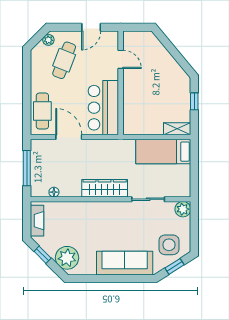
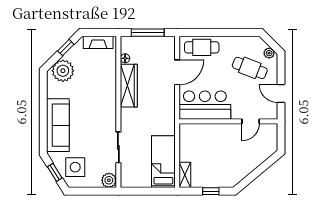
wardrobe: (105, 188) -> (129, 86), moved

